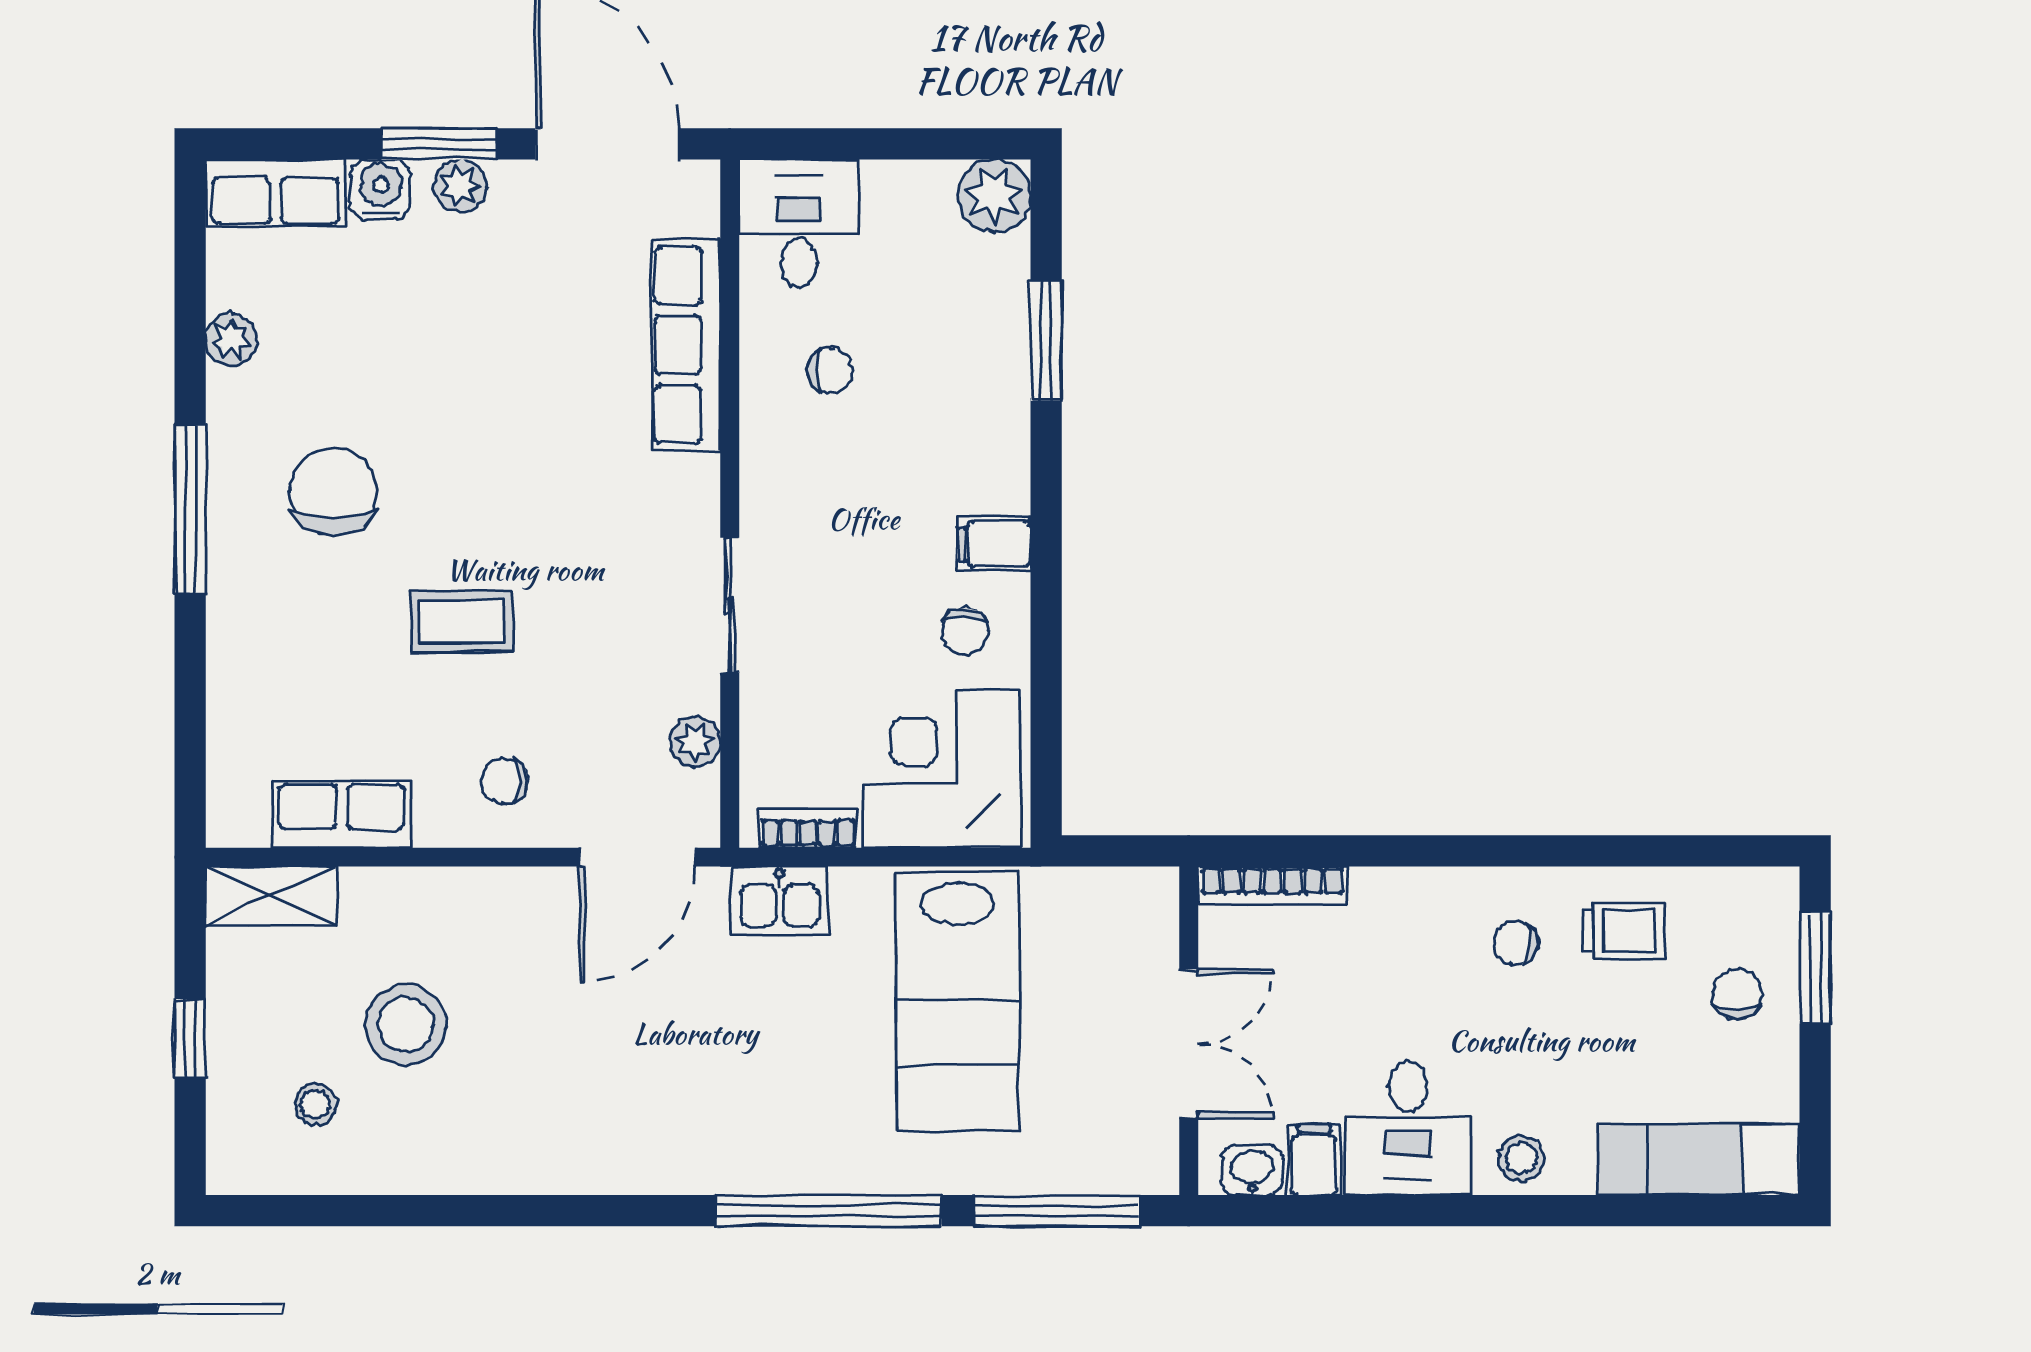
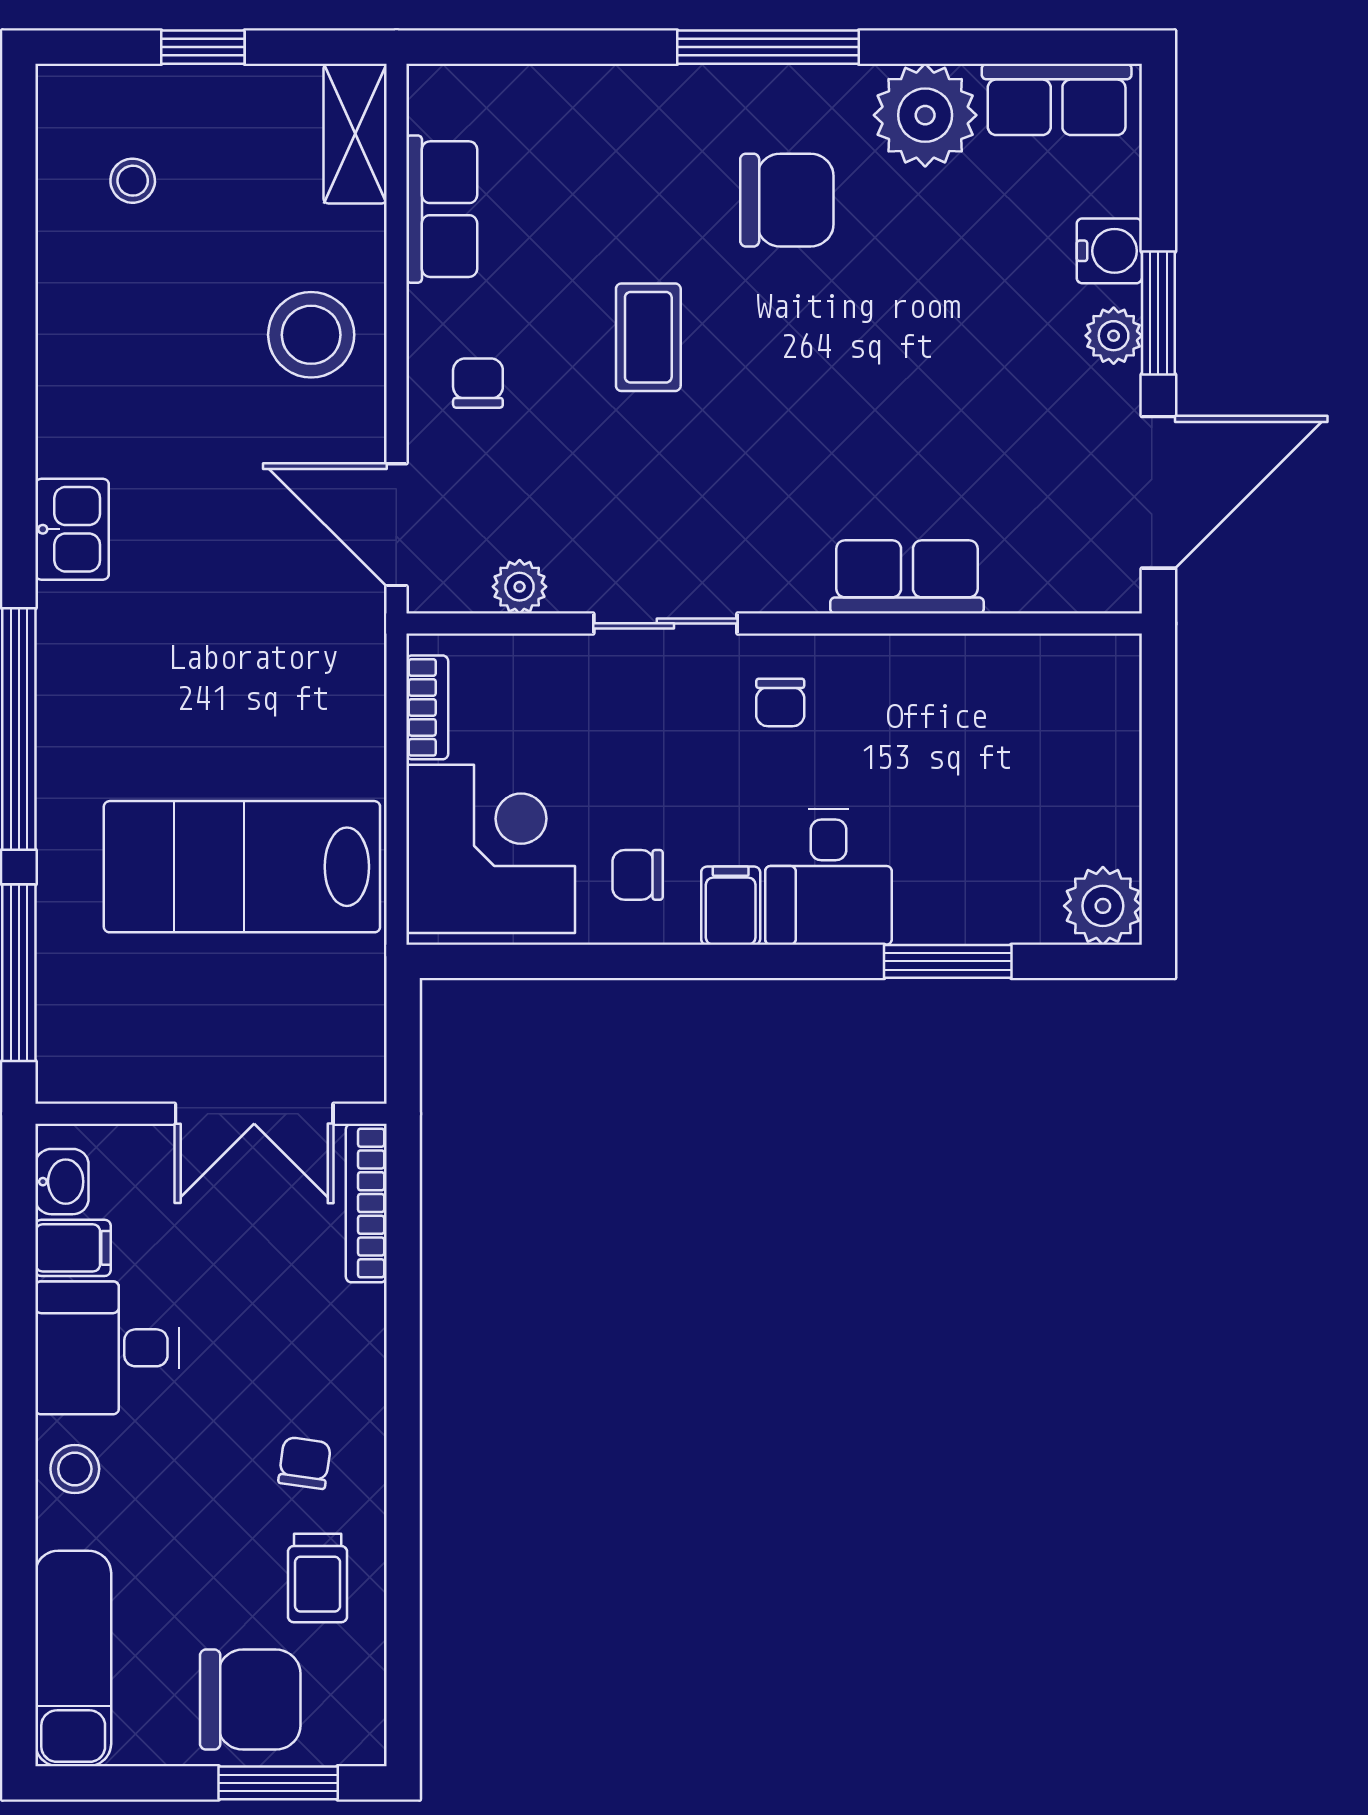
row of seats: (276, 193) -> (1057, 99), moved, turned -90
desk: (799, 223) -> (828, 877), moved, turned 90
plant: (231, 340) -> (925, 115), width x1.88, depth x1.88
row of seats: (686, 345) -> (907, 577), width x0.68
chair: (830, 371) -> (780, 702), moved
kitchen sink: (780, 901) -> (72, 529), moved, turned 180
chair: (1737, 994) -> (250, 1700), width x1.87, depth x1.87
stool: (406, 1025) -> (311, 335), moved
double door: (1189, 1043) -> (254, 1114), moved

